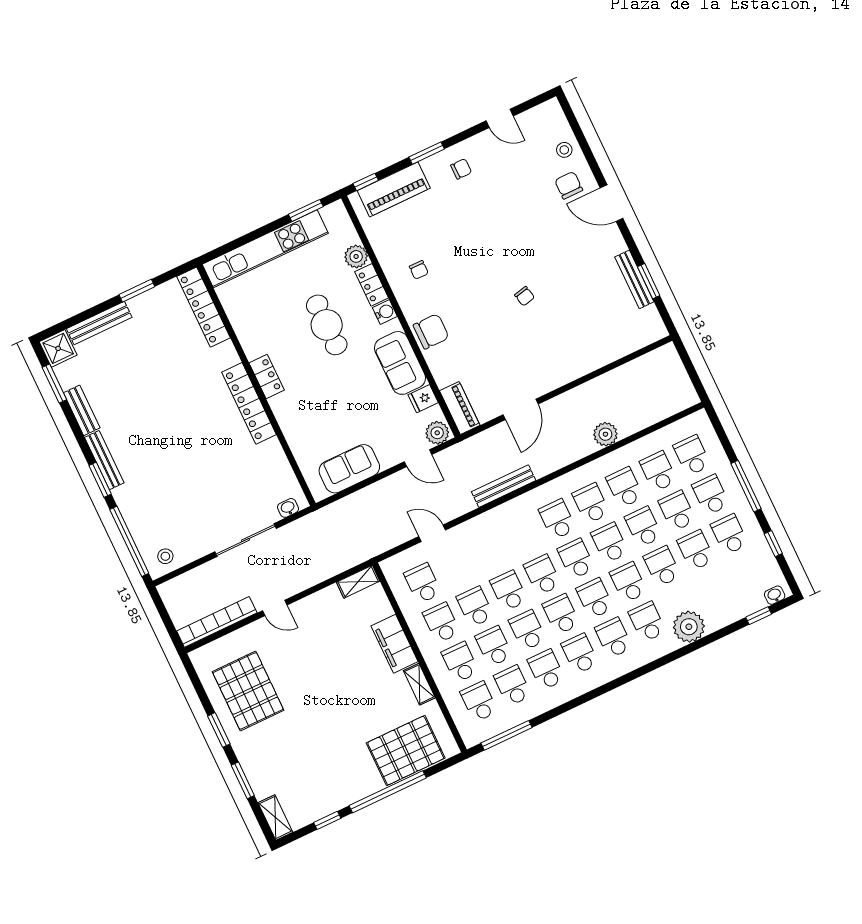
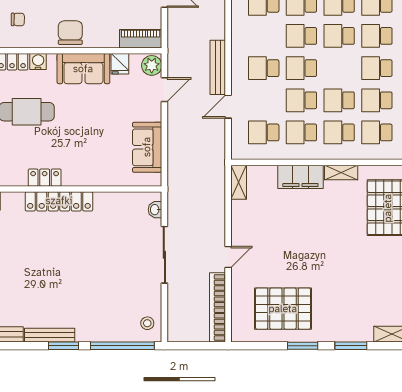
bench: (504, 486) -> (218, 67), moved
school desk: (528, 630) -> (264, 68), moved

